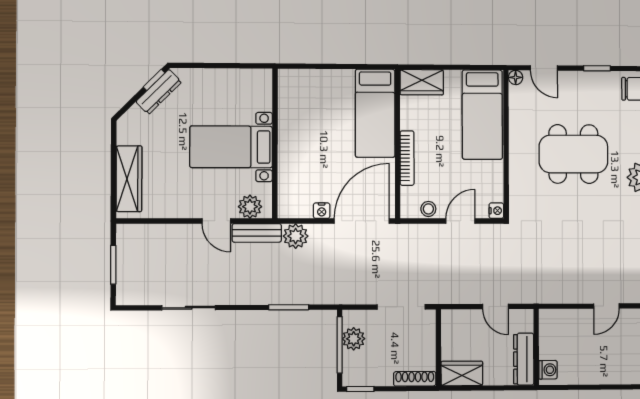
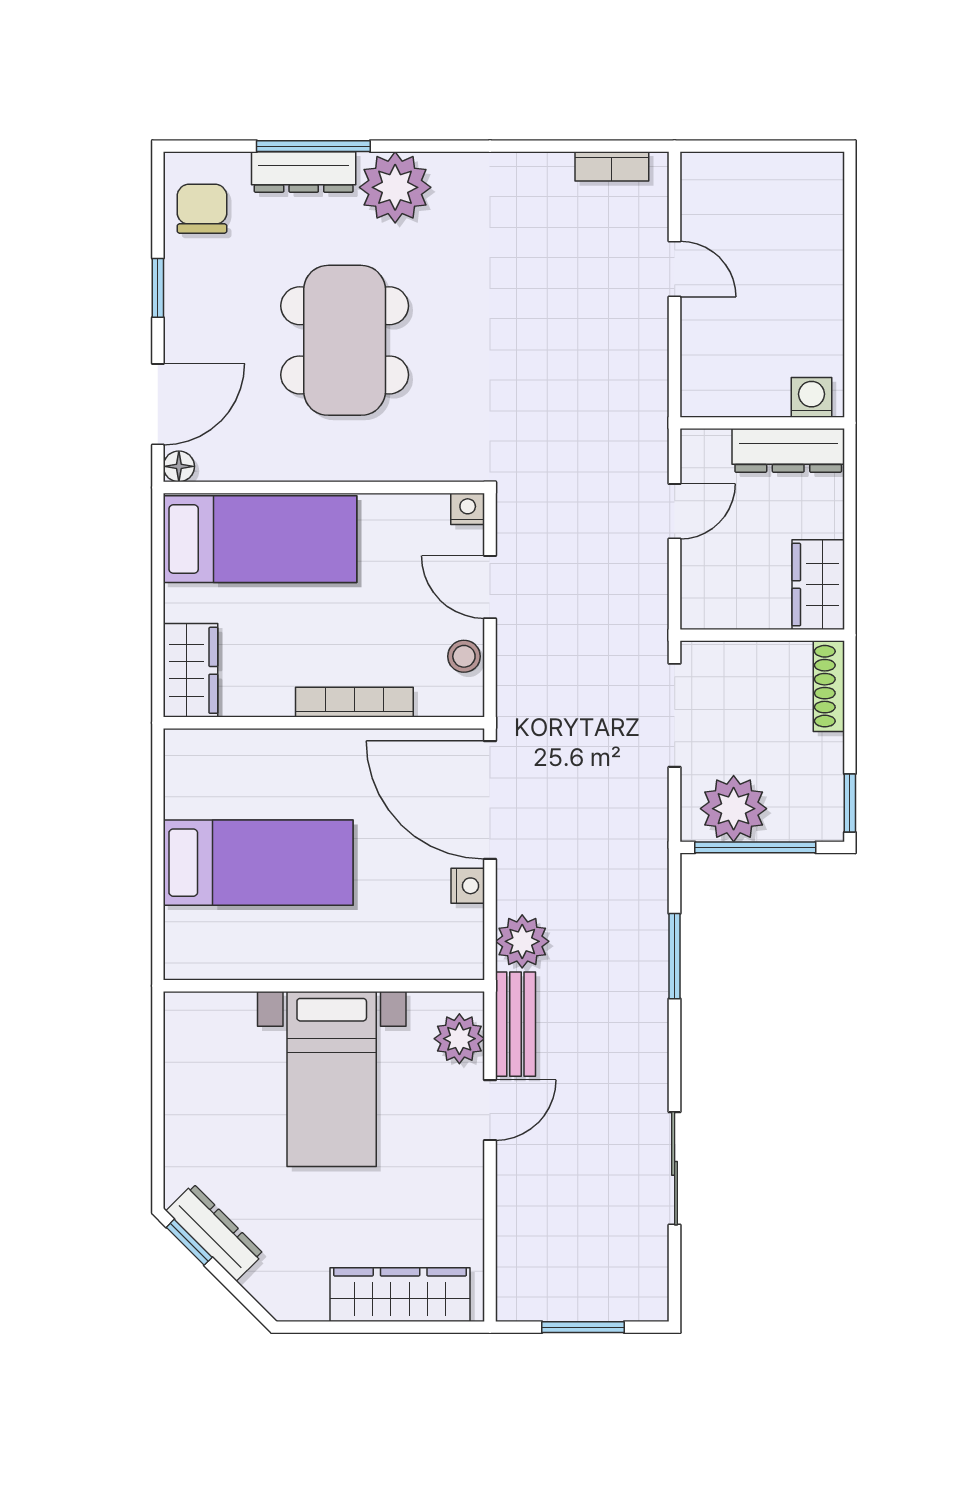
door: (544, 68) -> (158, 404), width x1.38
bed: (375, 113) -> (258, 863), moved
plant: (354, 339) -> (734, 809), width x1.36, depth x1.36

